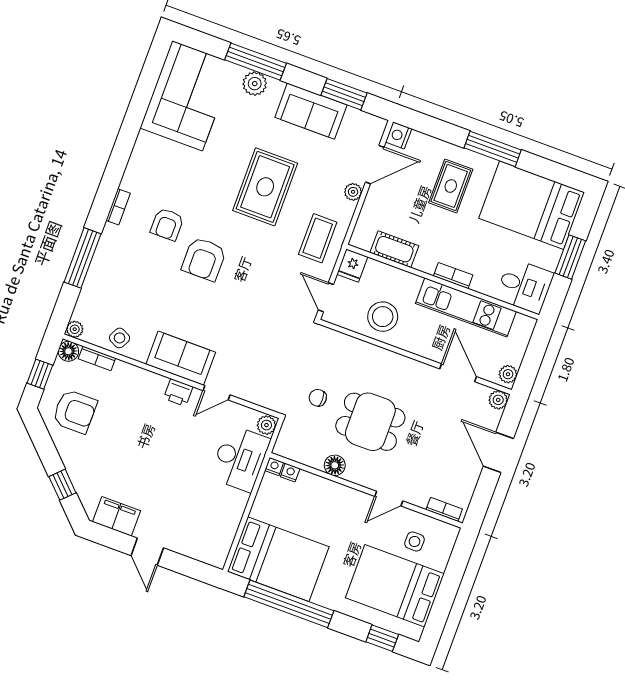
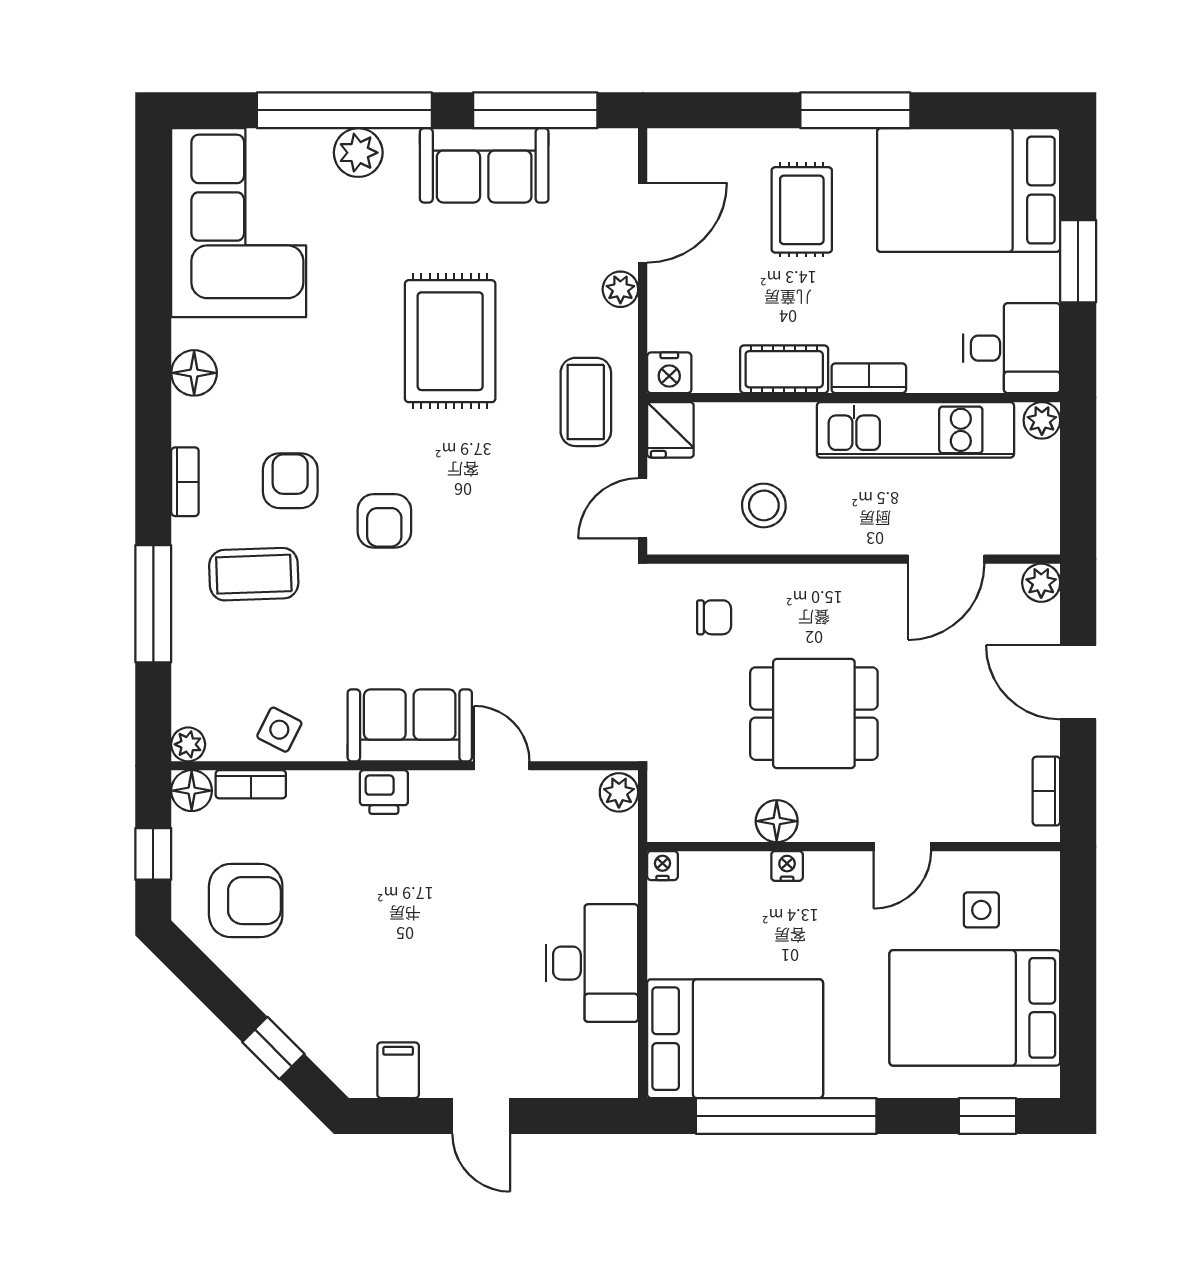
window: (255, 62) -> (344, 110), width x1.46
window: (344, 94) -> (535, 110), width x1.44
nightstand: (399, 135) -> (669, 373), moved, turned -90
floor lamp: (141, 158) -> (194, 373), added
armchair: (167, 224) -> (290, 481), turned 180
cot: (394, 249) -> (784, 369), moved
armchair: (204, 259) -> (384, 521), width x0.72, depth x0.72
coffee table: (134, 261) -> (254, 574), added
door: (326, 297) -> (643, 508), hinge flipped
stool: (383, 317) -> (764, 505), width x0.73, depth x0.73
door: (458, 373) -> (946, 559), swing flipped
plant: (508, 374) -> (1042, 420), moved
printer: (178, 392) -> (384, 792), moved
door: (217, 393) -> (502, 766), swing flipped
chair: (318, 398) -> (714, 617), moved, turned 180
desk: (240, 458) -> (592, 963), moved
nightstand: (290, 473) -> (787, 866), moved
bookcase: (444, 509) -> (1046, 791), moved, turned -90
filing cabinet: (116, 516) -> (398, 1070), width x0.50

